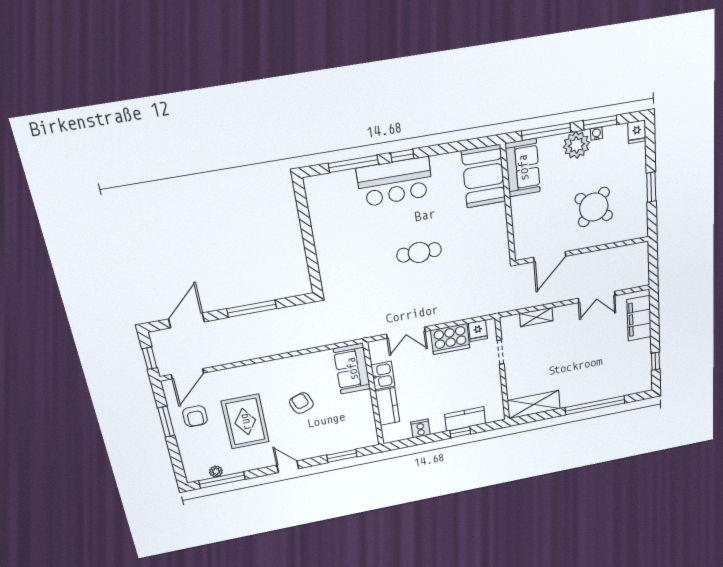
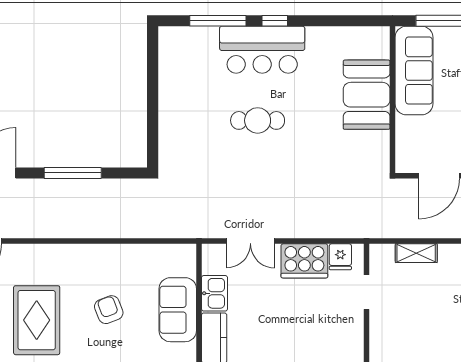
sofa: (523, 168) -> (414, 71), width x1.36
booth: (484, 176) -> (367, 95), moved
cafe table: (419, 252) -> (258, 120), moved
sofa: (352, 369) -> (178, 310), moved

